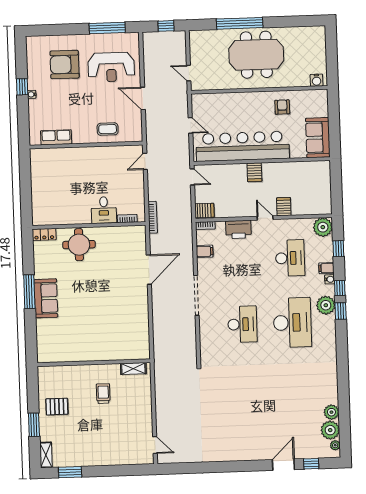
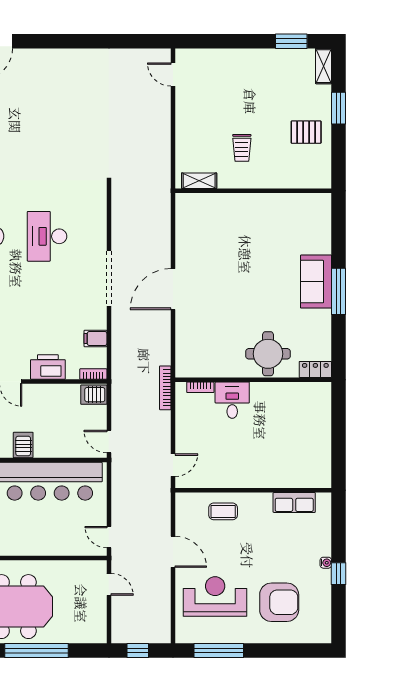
door: (190, 125) -> (109, 537), moved
door: (149, 270) -> (173, 289), moved

